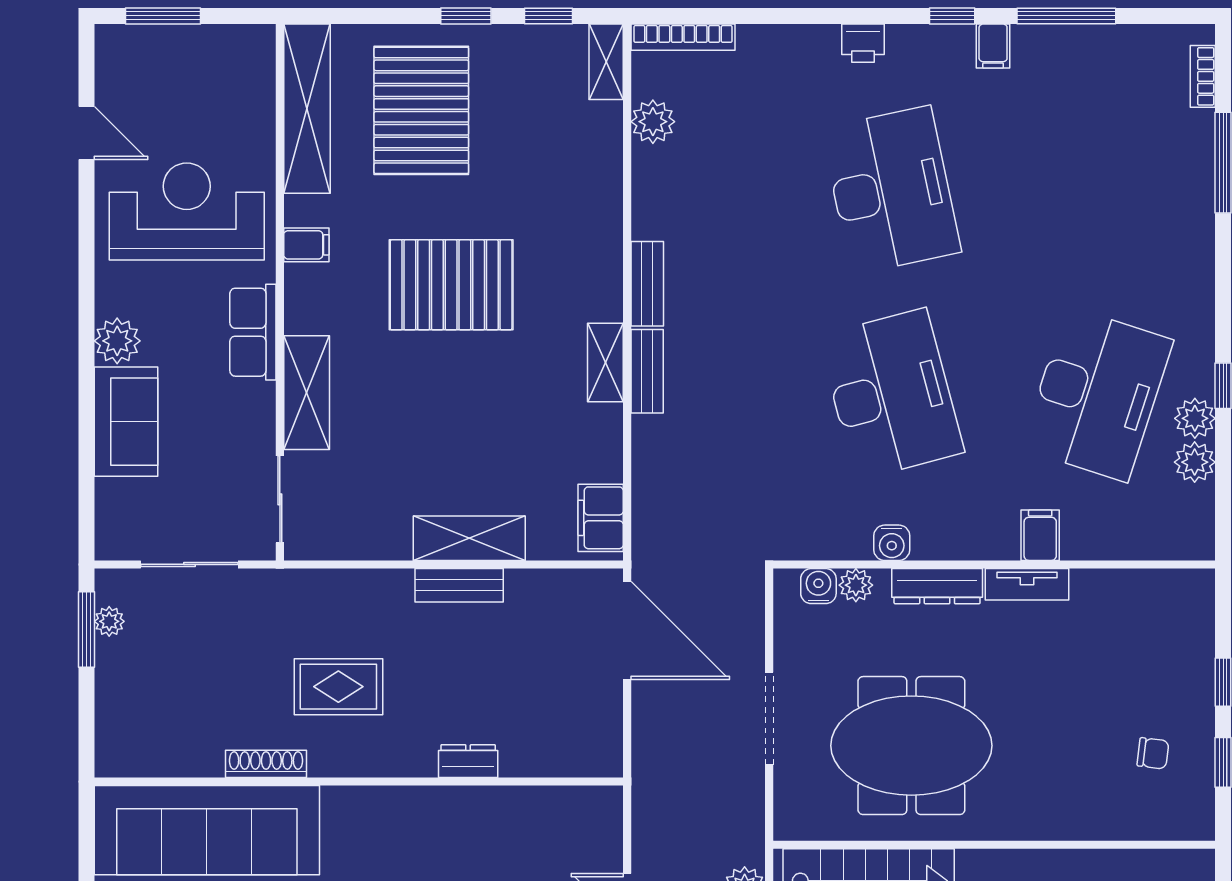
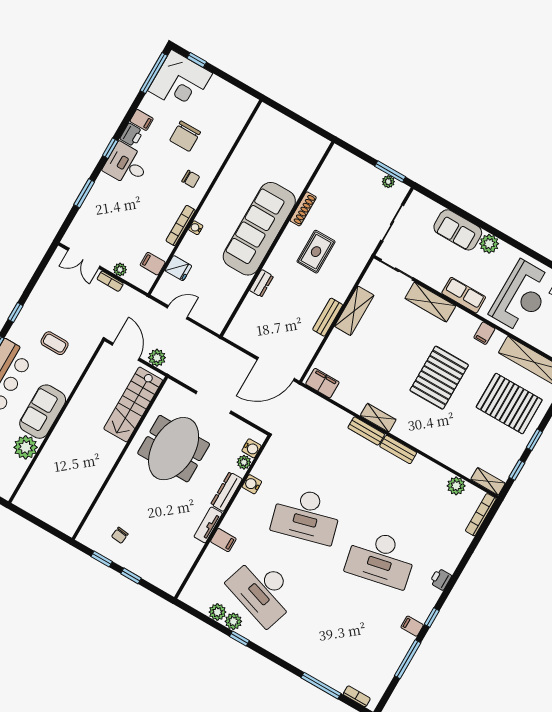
shelving: (469, 538) -> (354, 311), moved
sofa: (207, 830) -> (259, 229), moved

